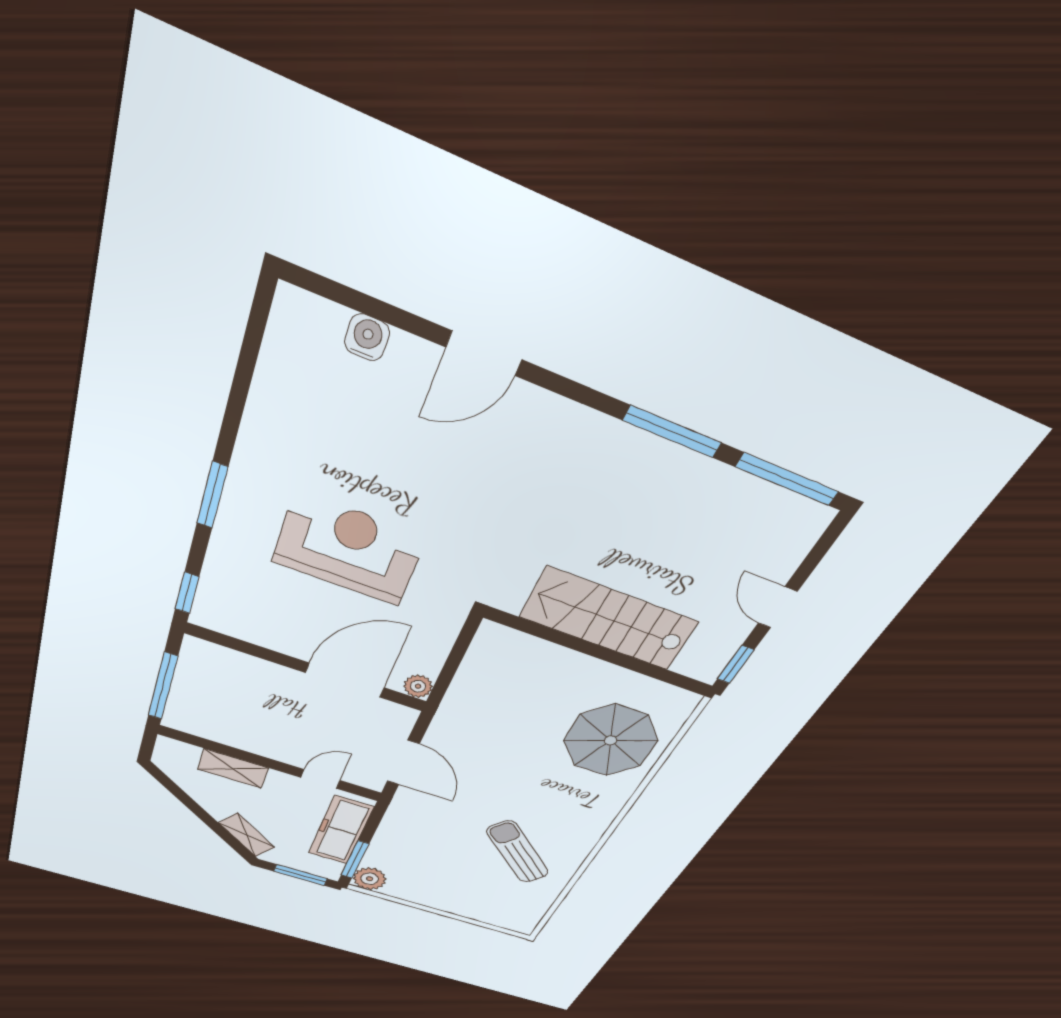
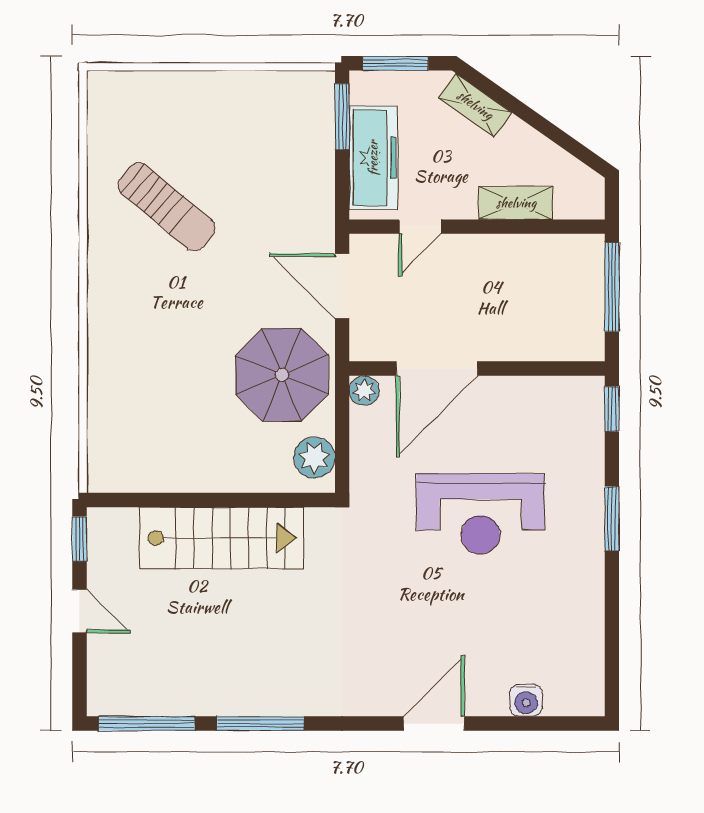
parasol: (611, 740) -> (282, 375), moved
plant: (370, 879) -> (314, 457), moved

